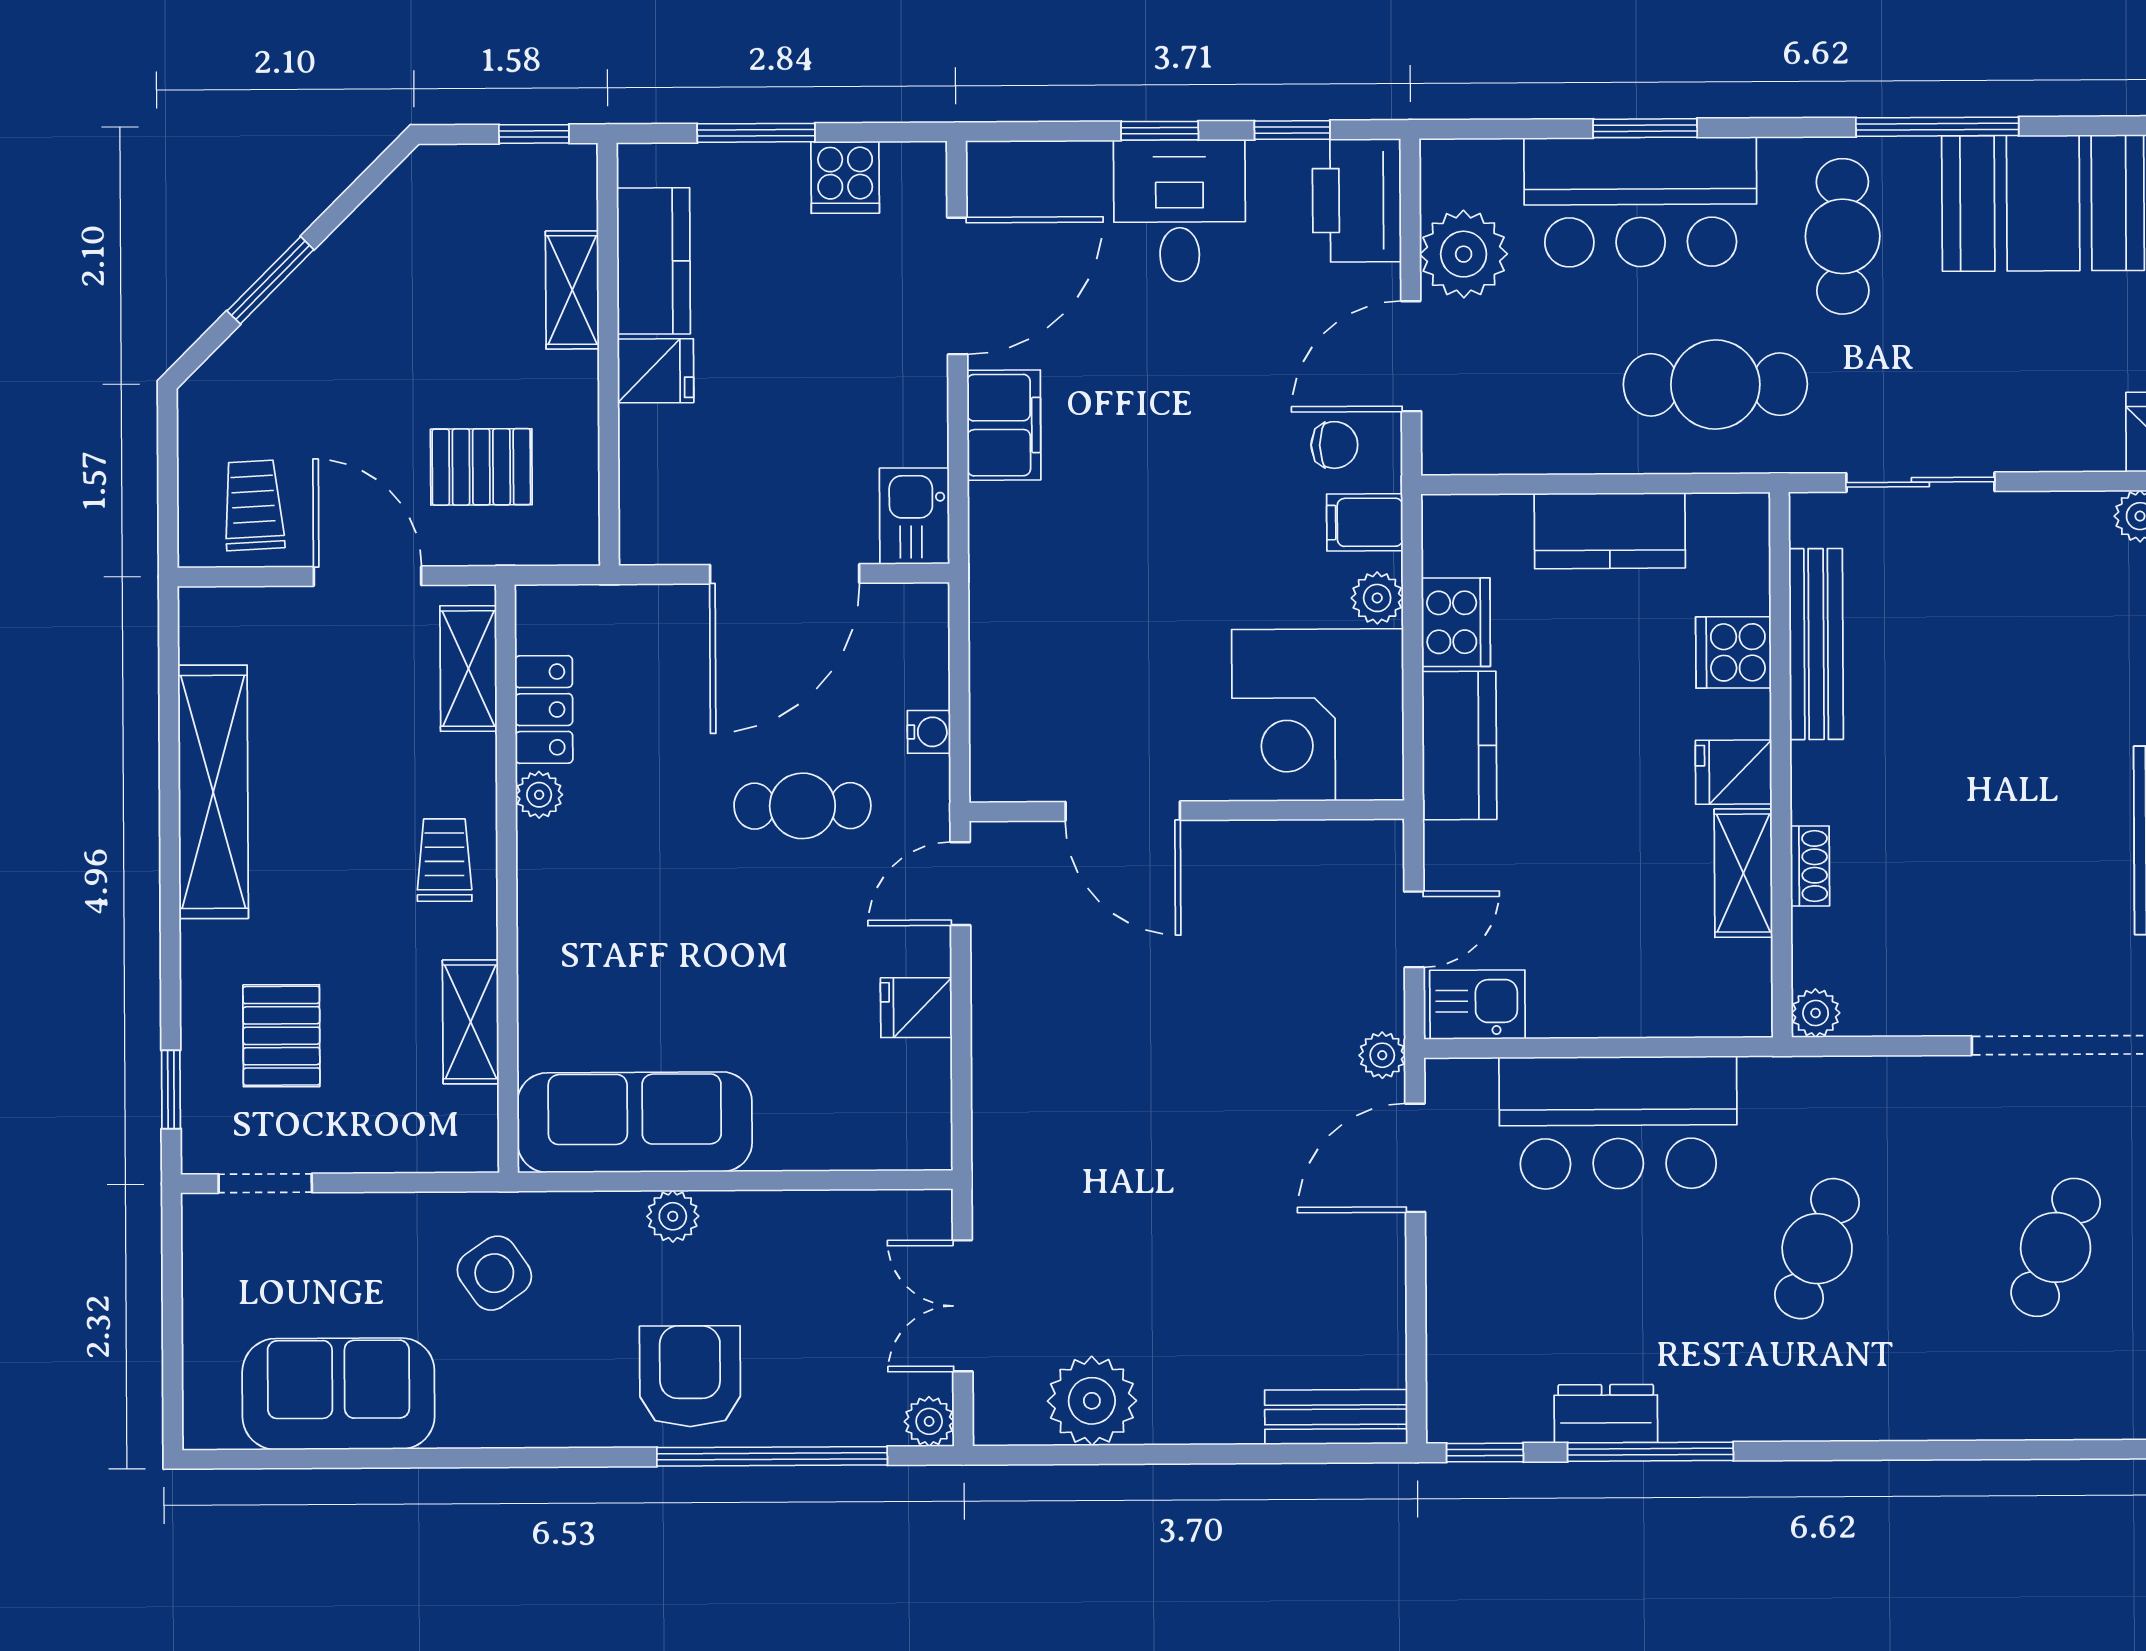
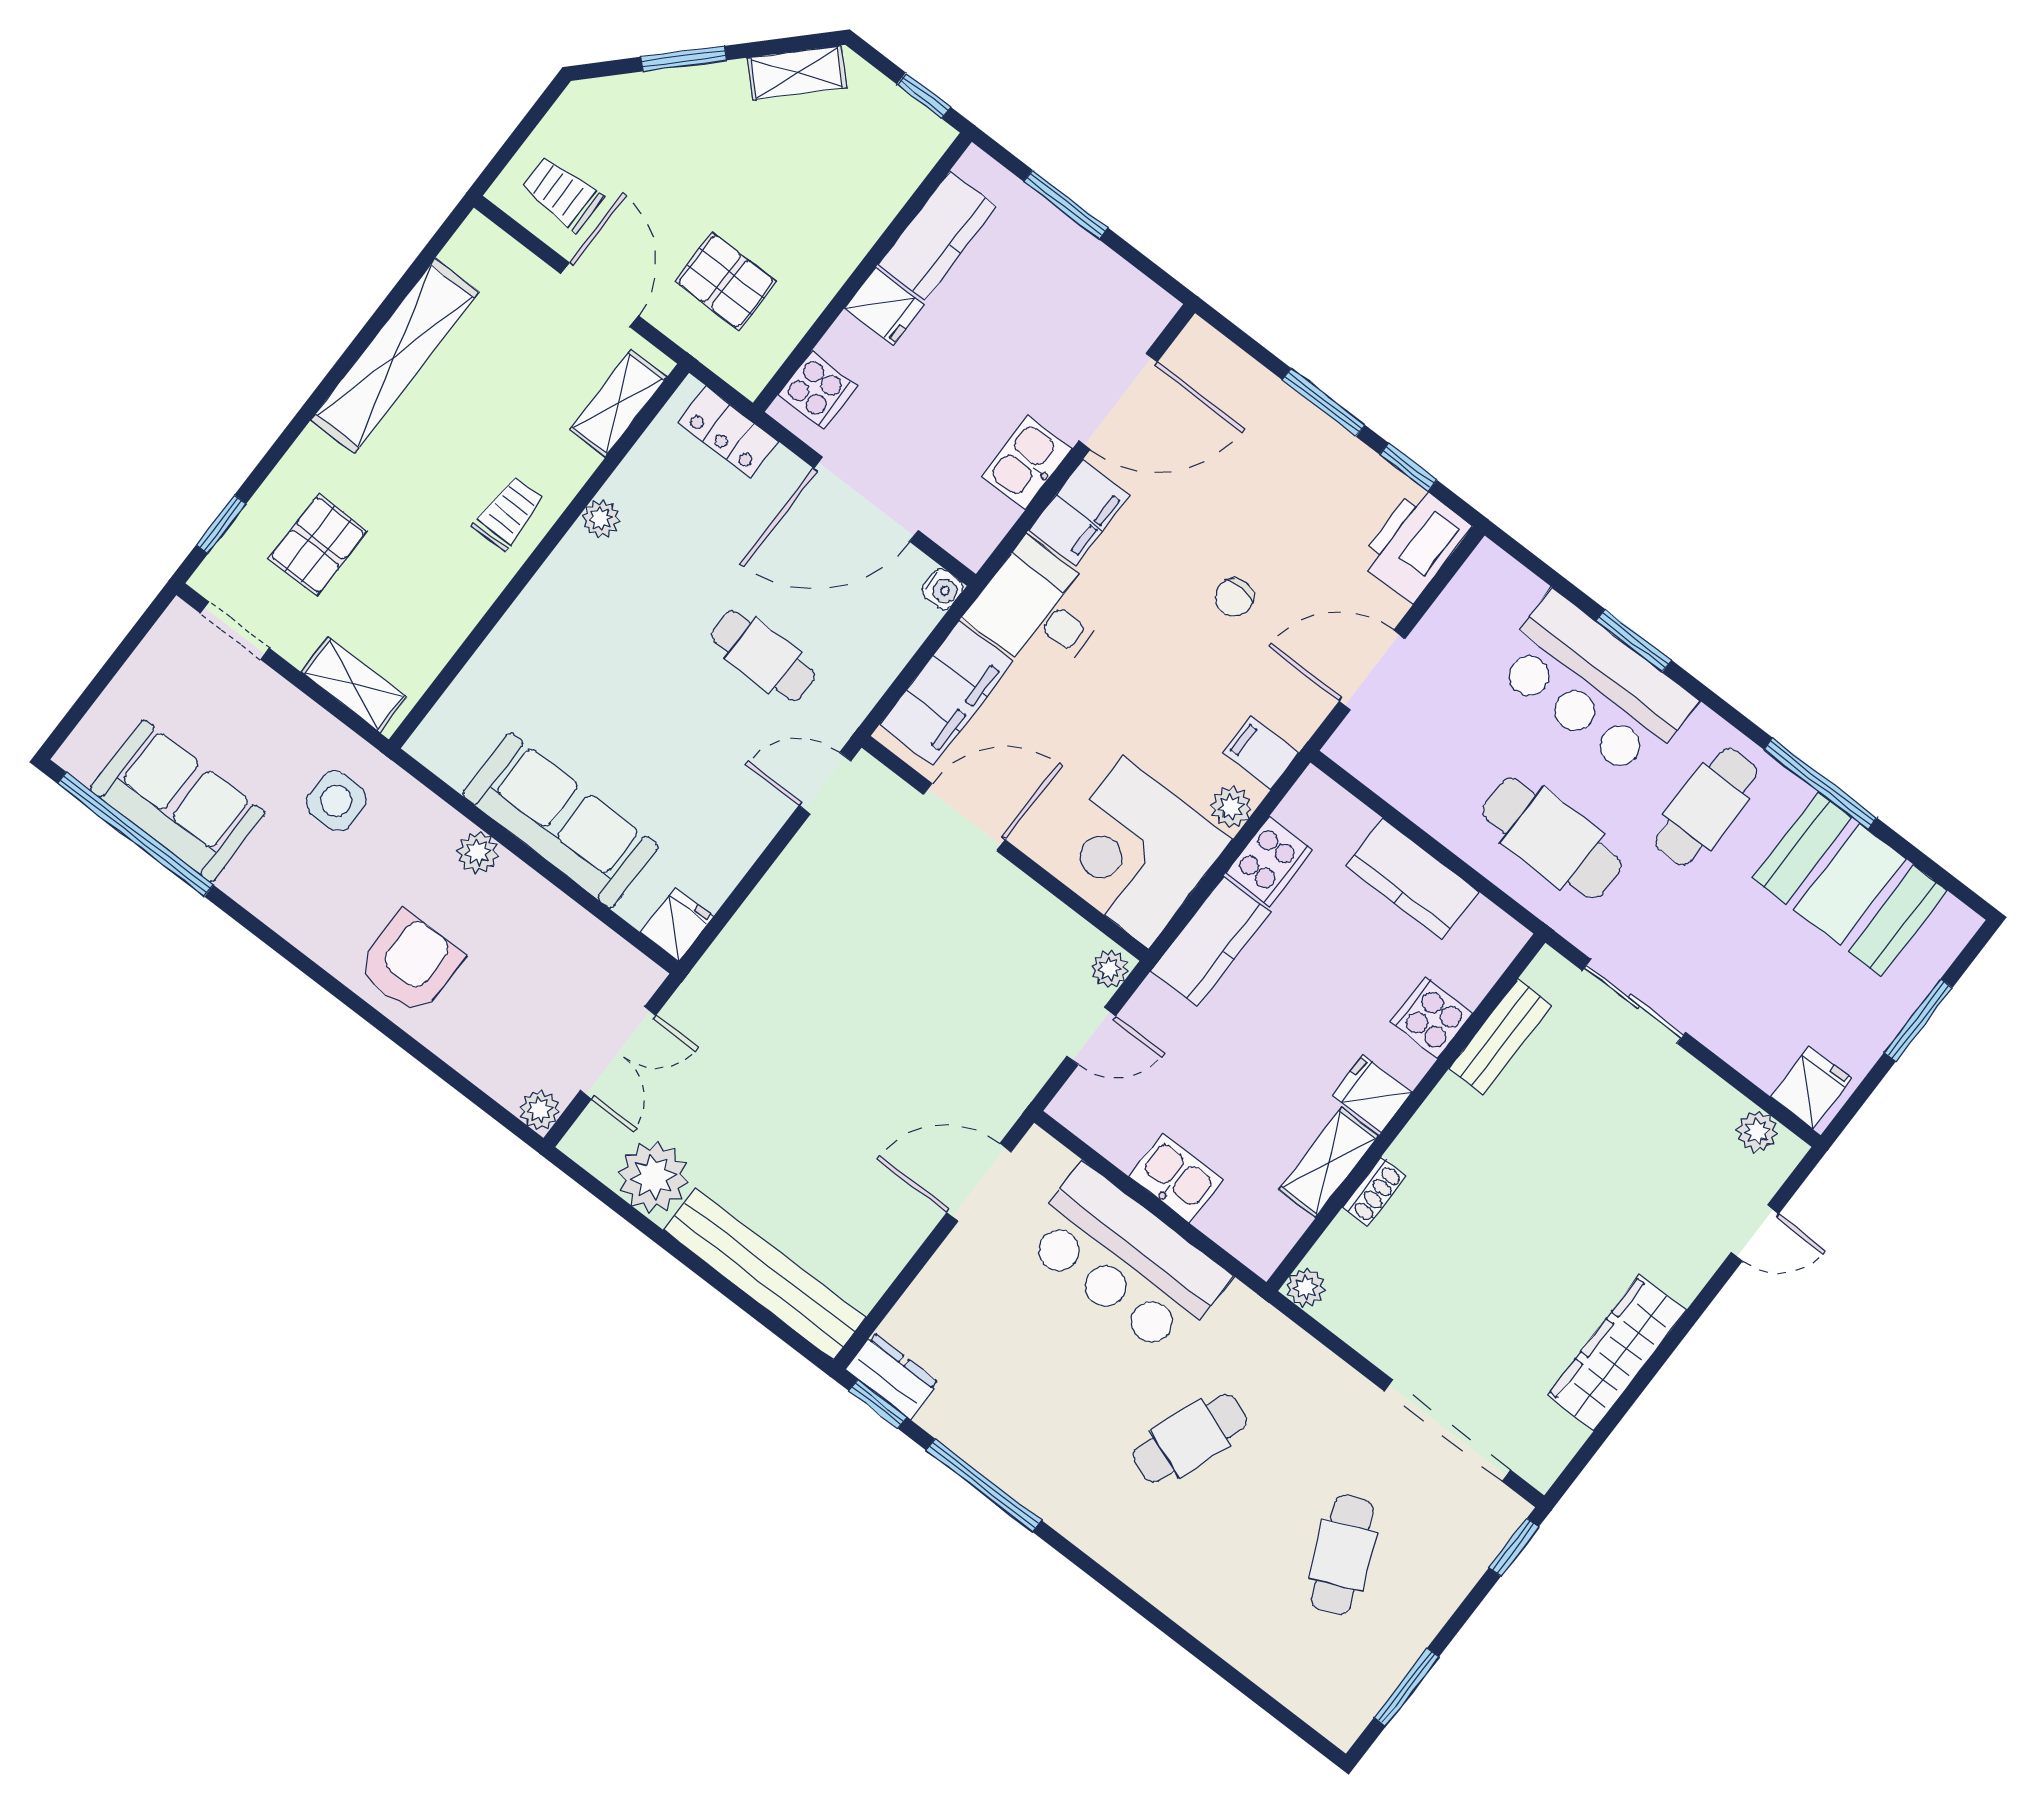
window: (1160, 131) -> (1324, 402), width x1.50
cooker: (845, 177) -> (818, 390), moved, turned -90
desk: (1180, 211) -> (1039, 610), moved, turned -90
plant: (1464, 254) -> (1456, 631), removed
shelving: (572, 290) -> (797, 73), moved, turned 45
chair: (1334, 445) -> (1235, 597), moved, turned 90
trolley: (253, 505) -> (562, 193), turned -87
kitchen sink: (914, 516) -> (1026, 462), moved
bench: (1816, 644) -> (1500, 1037), width x0.73
filing cabinet: (1011, 703) -> (946, 693), added
locker: (544, 710) -> (728, 432), moved, turned 90
water cooler: (929, 732) -> (943, 589), moved
door: (1123, 811) -> (964, 817), swing flipped
kitchen sink: (1477, 1005) -> (1176, 1178), moved
fridge: (916, 1008) -> (677, 924), moved, turned 90
shelving: (471, 1022) -> (354, 684), moved, turned 90
plant: (1382, 1055) -> (1110, 969), moved
sofa: (635, 1122) -> (560, 820), moved
cafe table: (2056, 1247) -> (1342, 1555), turned -48
side table: (494, 1273) -> (336, 801), turned 35
double door: (963, 1306) -> (618, 1053), swing flipped
dresser: (1606, 1414) -> (892, 1376), moved
bench: (1336, 1417) -> (764, 1274), width x1.86, depth x1.21
window: (772, 1456) -> (135, 834), moved

